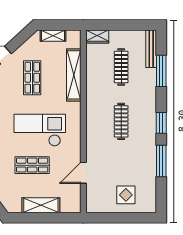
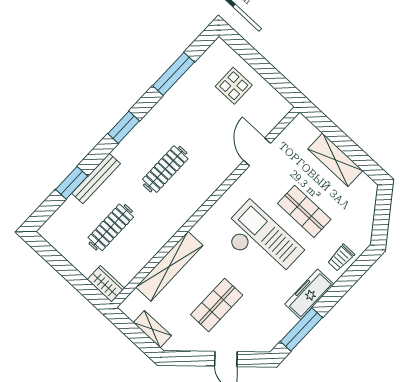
bench: (151, 49) -> (96, 178), moved
window: (161, 71) -> (72, 183), width x0.69
checkout: (40, 130) -> (261, 241), turned 180
window: (161, 161) -> (173, 74), moved
door: (83, 173) -> (257, 152), swing flipped

